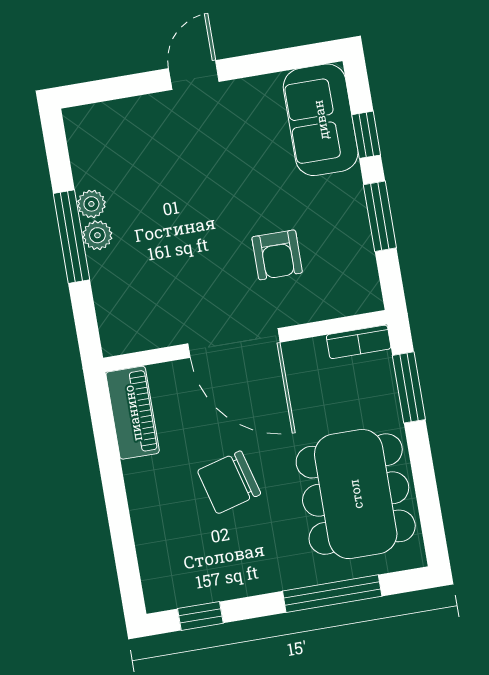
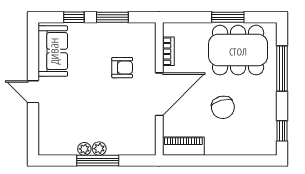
sofa: (321, 120) -> (53, 51), moved, turned -90
bookcase: (359, 342) -> (168, 51), moved
window: (409, 387) -> (228, 17), moved

